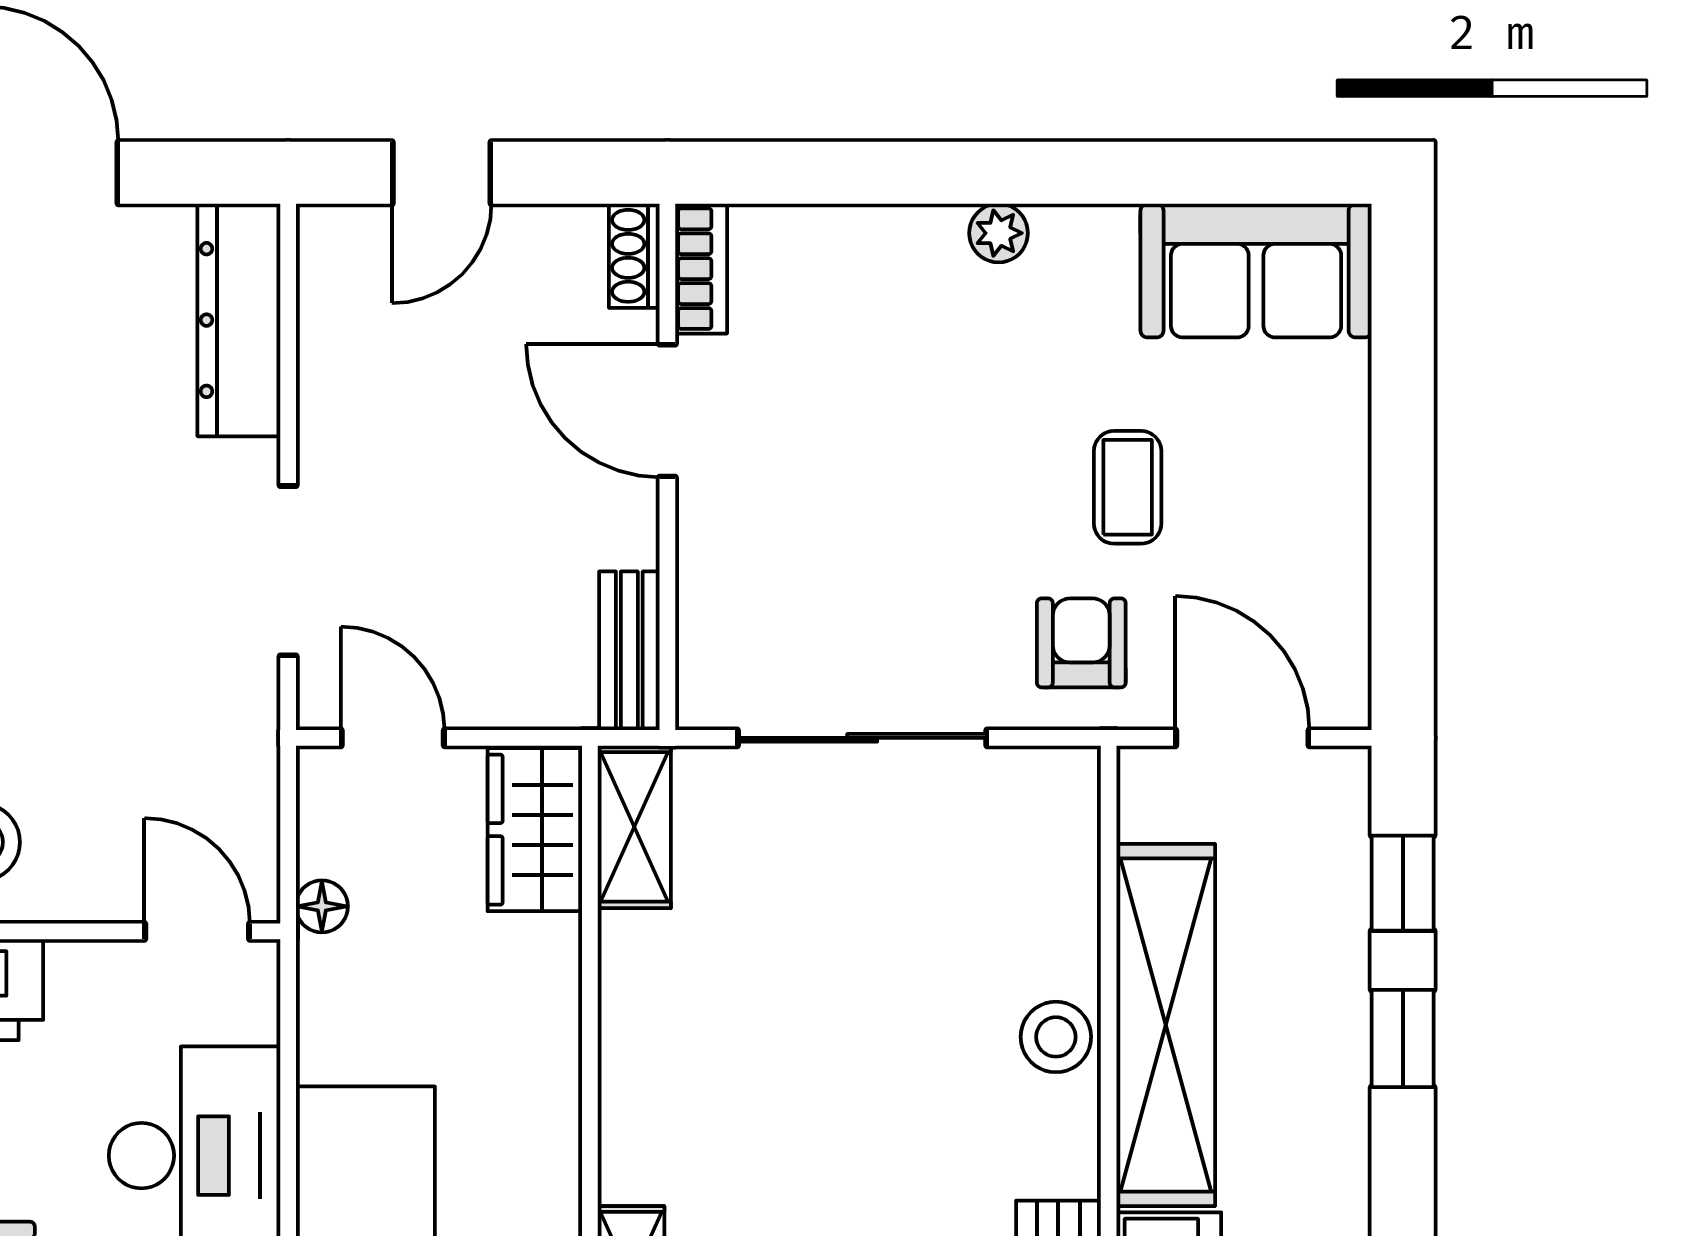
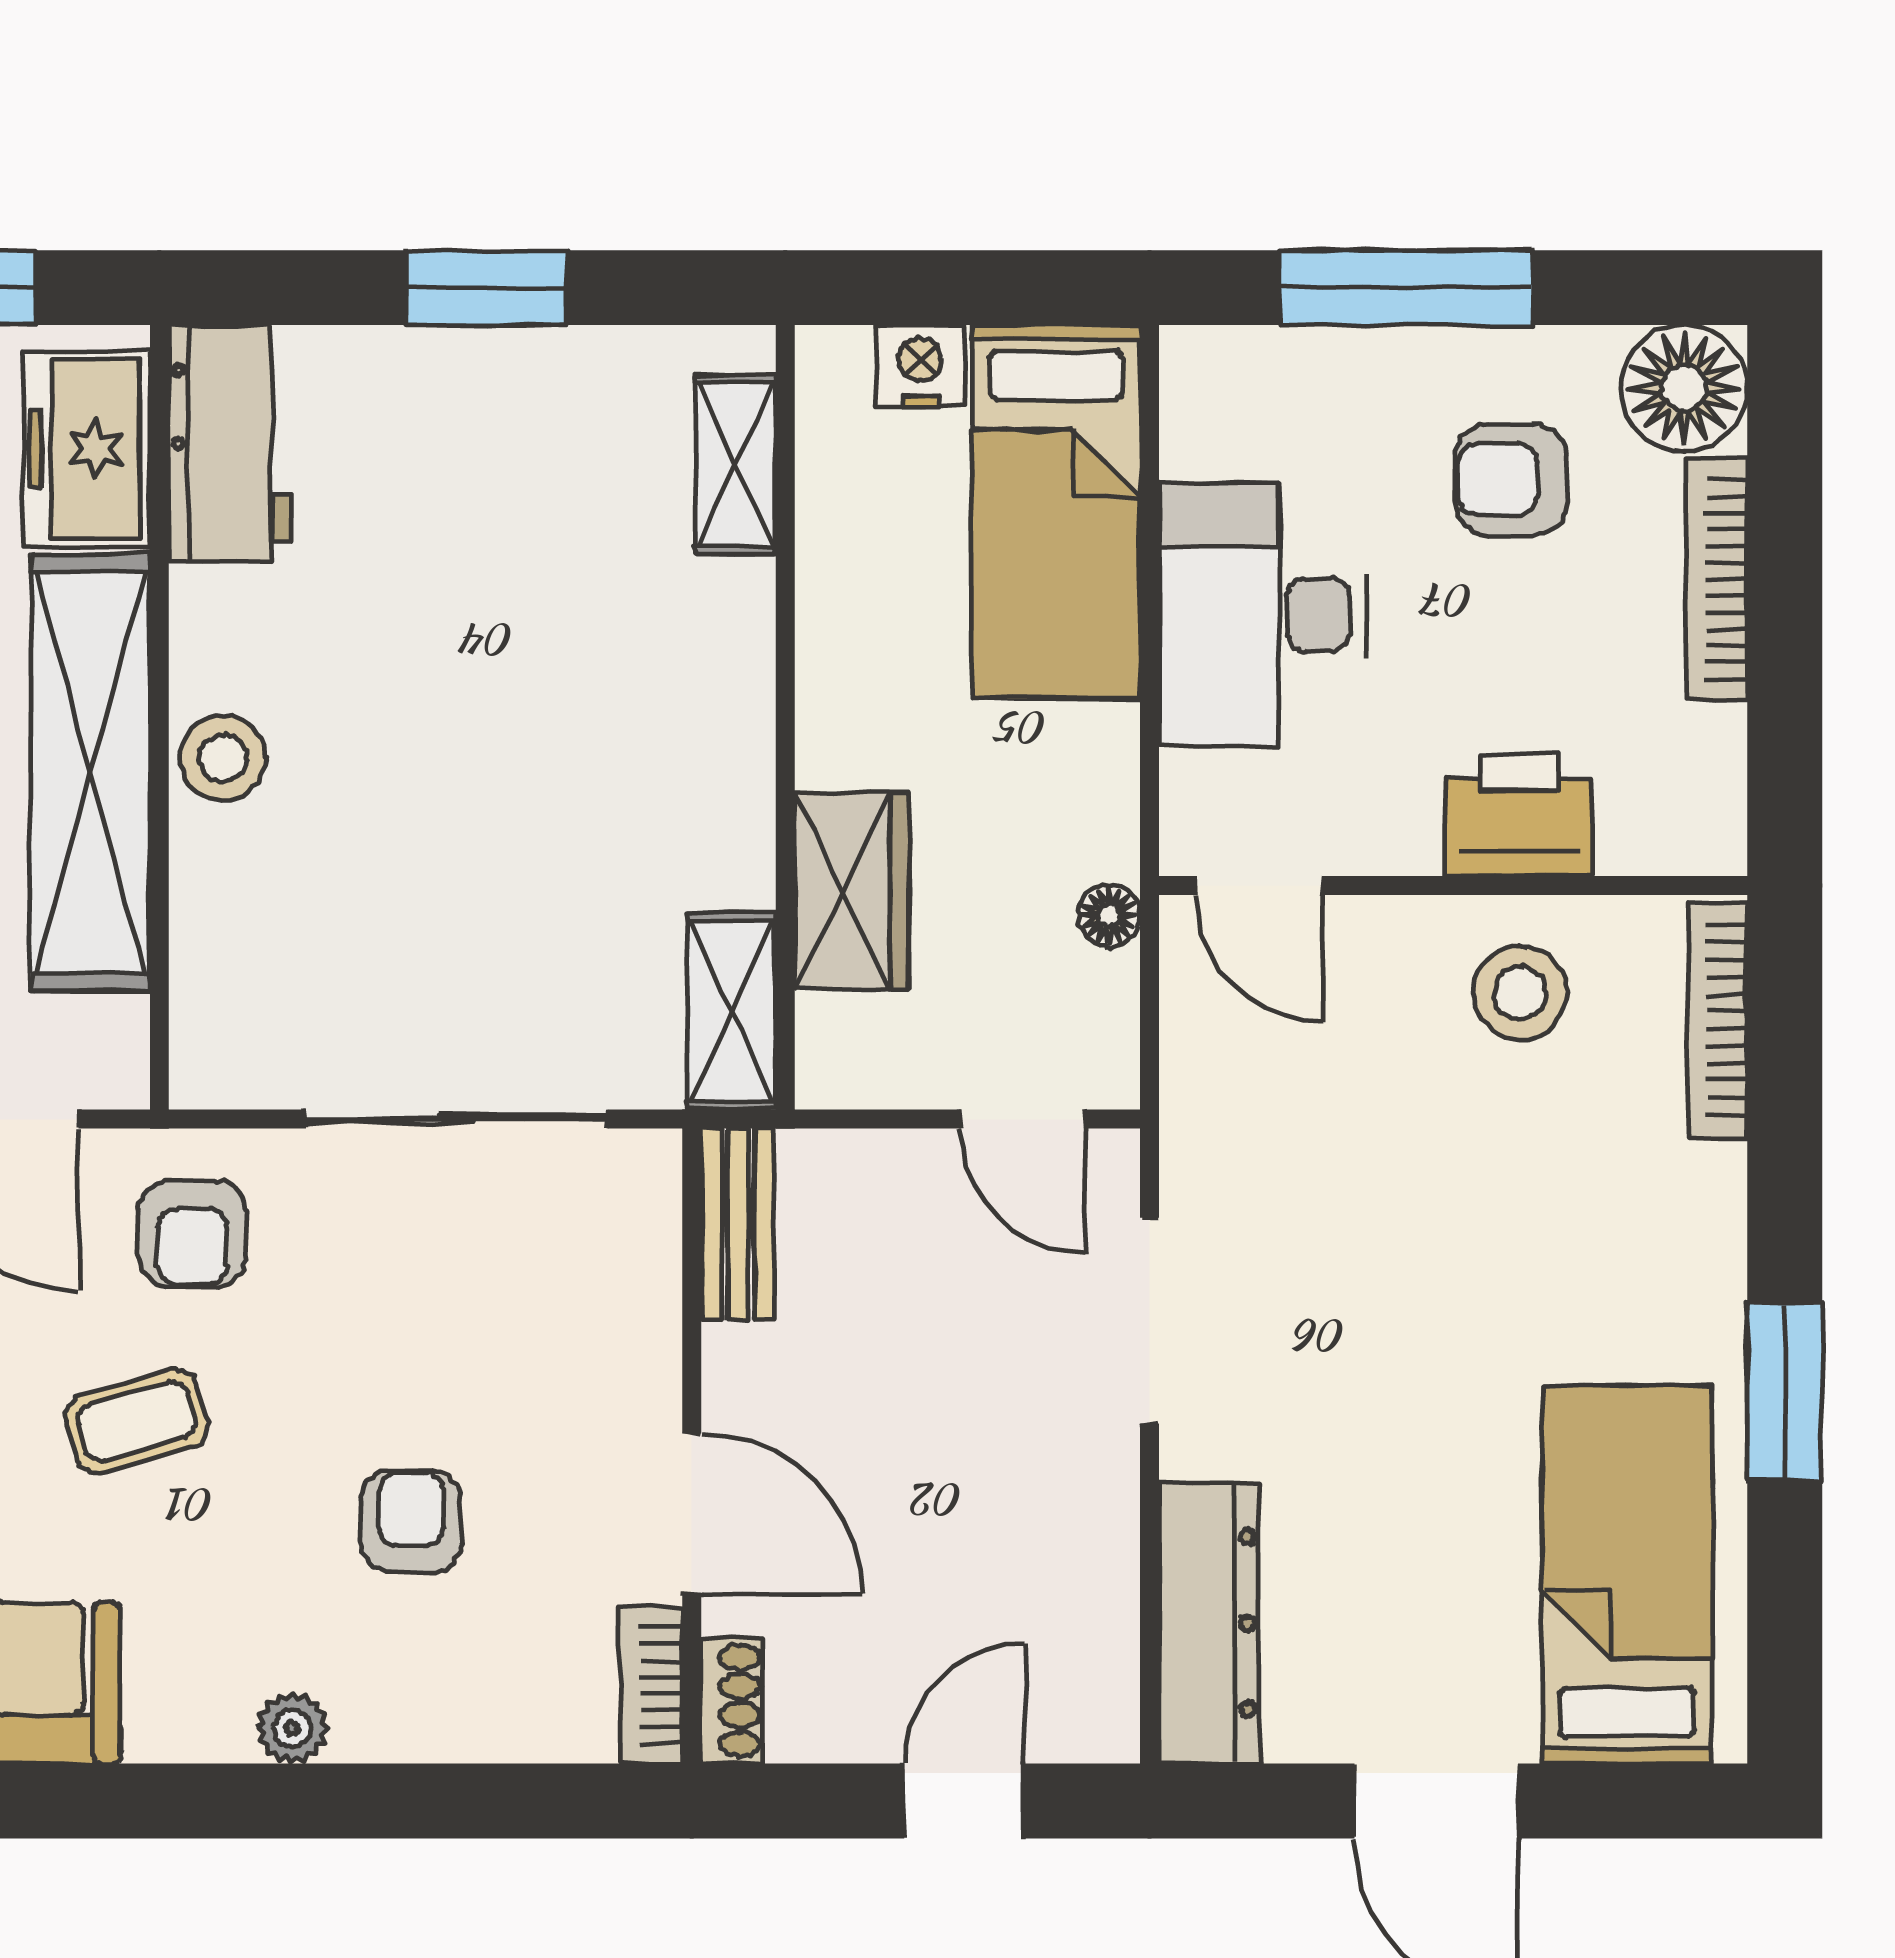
armchair: (900, 404) -> (411, 1521), added
coffee table: (1128, 487) -> (136, 1421), turned 74
wardrobe: (535, 830) -> (852, 891), moved

